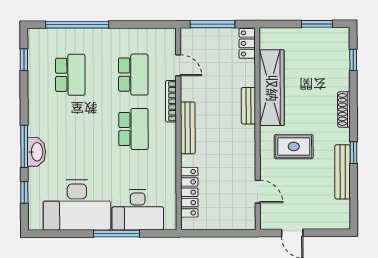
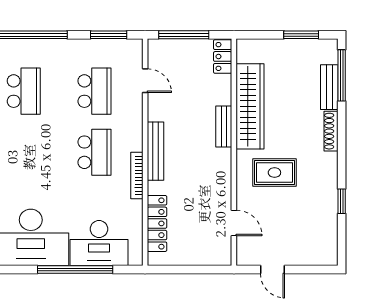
window: (146, 24) -> (109, 35), added
window: (353, 60) -> (342, 75), width x2.17
bookcase: (171, 101) -> (137, 175), moved
window: (354, 153) -> (342, 201), moved
bench: (343, 172) -> (329, 87), moved, width x0.73
window: (117, 234) -> (75, 270), width x1.46

